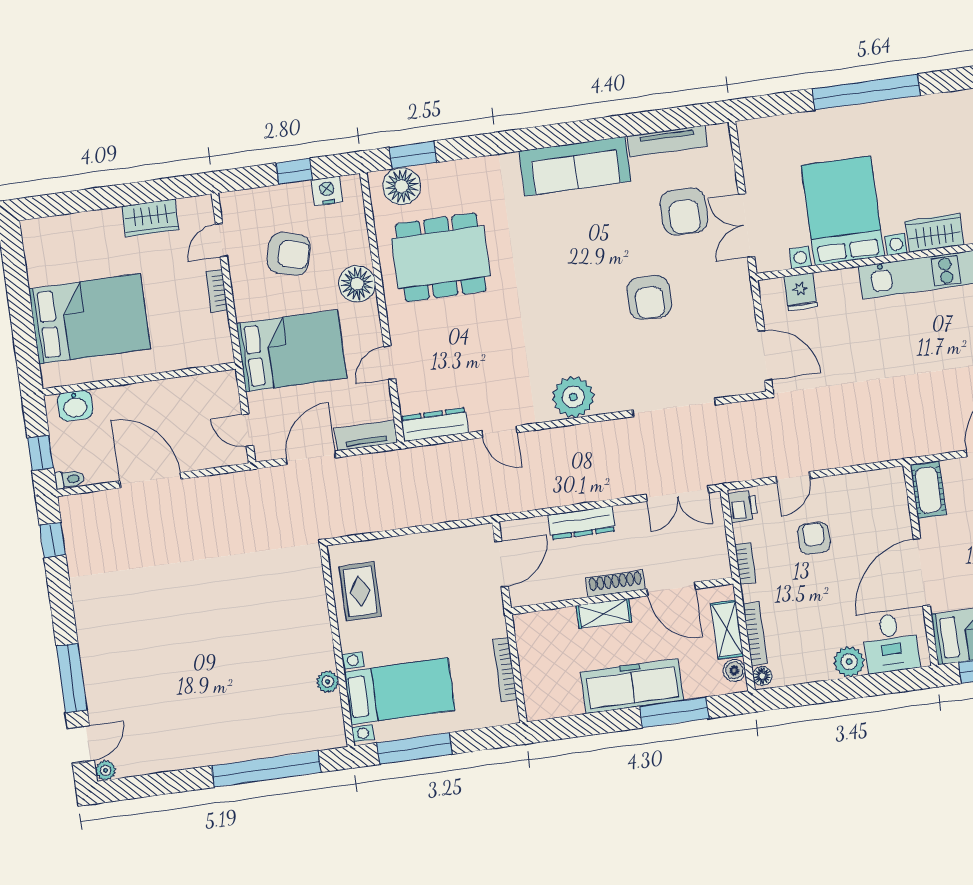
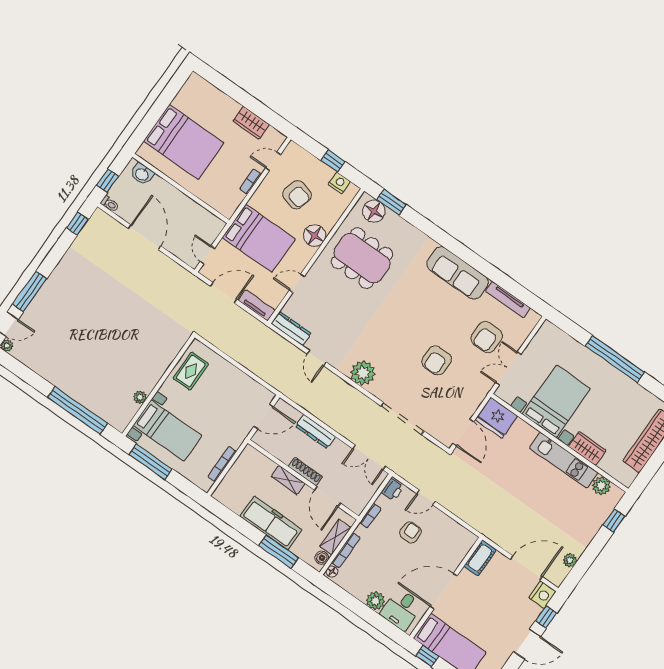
fridge: (800, 292) -> (497, 418), width x1.88, depth x1.34

